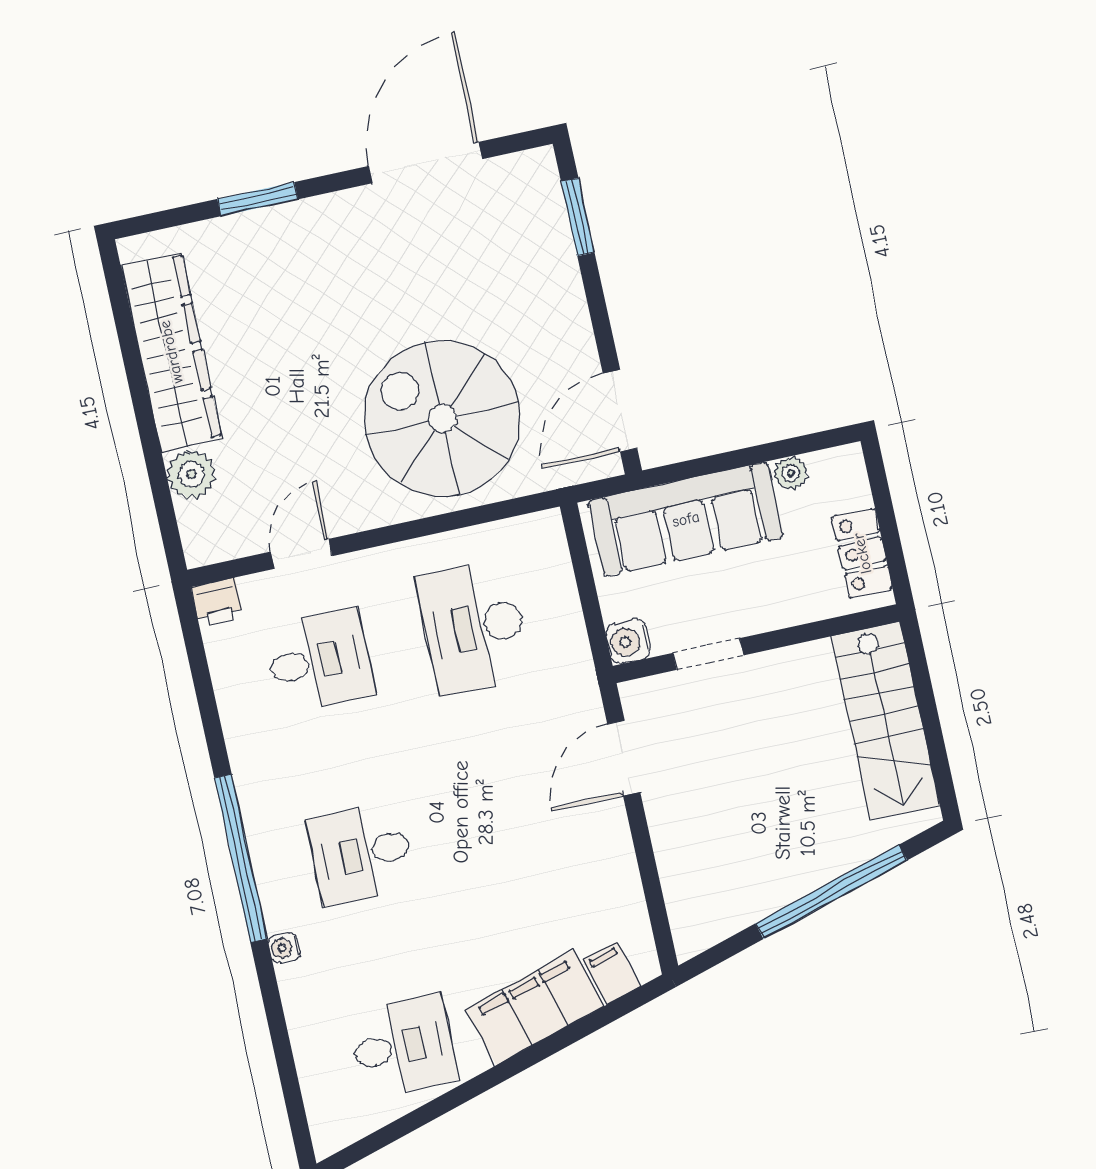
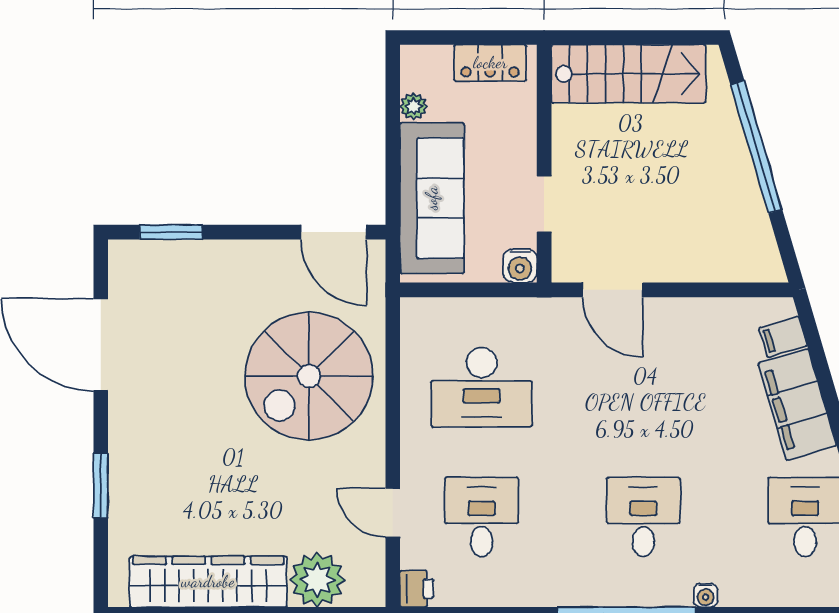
plant: (191, 474) -> (317, 580), width x1.36, depth x1.36
desk: (361, 853) -> (643, 517), turned 180

